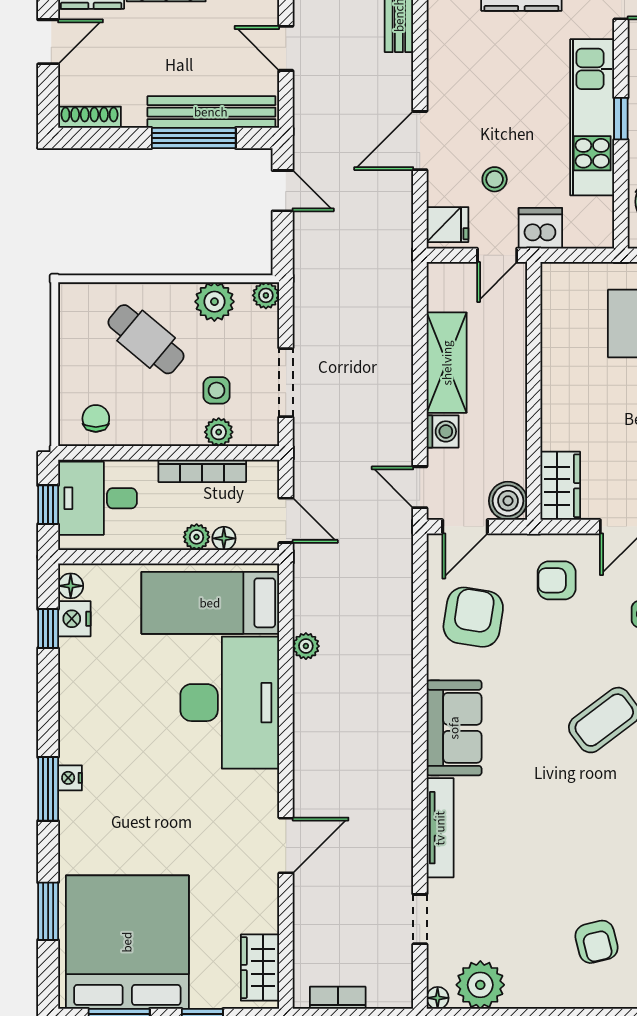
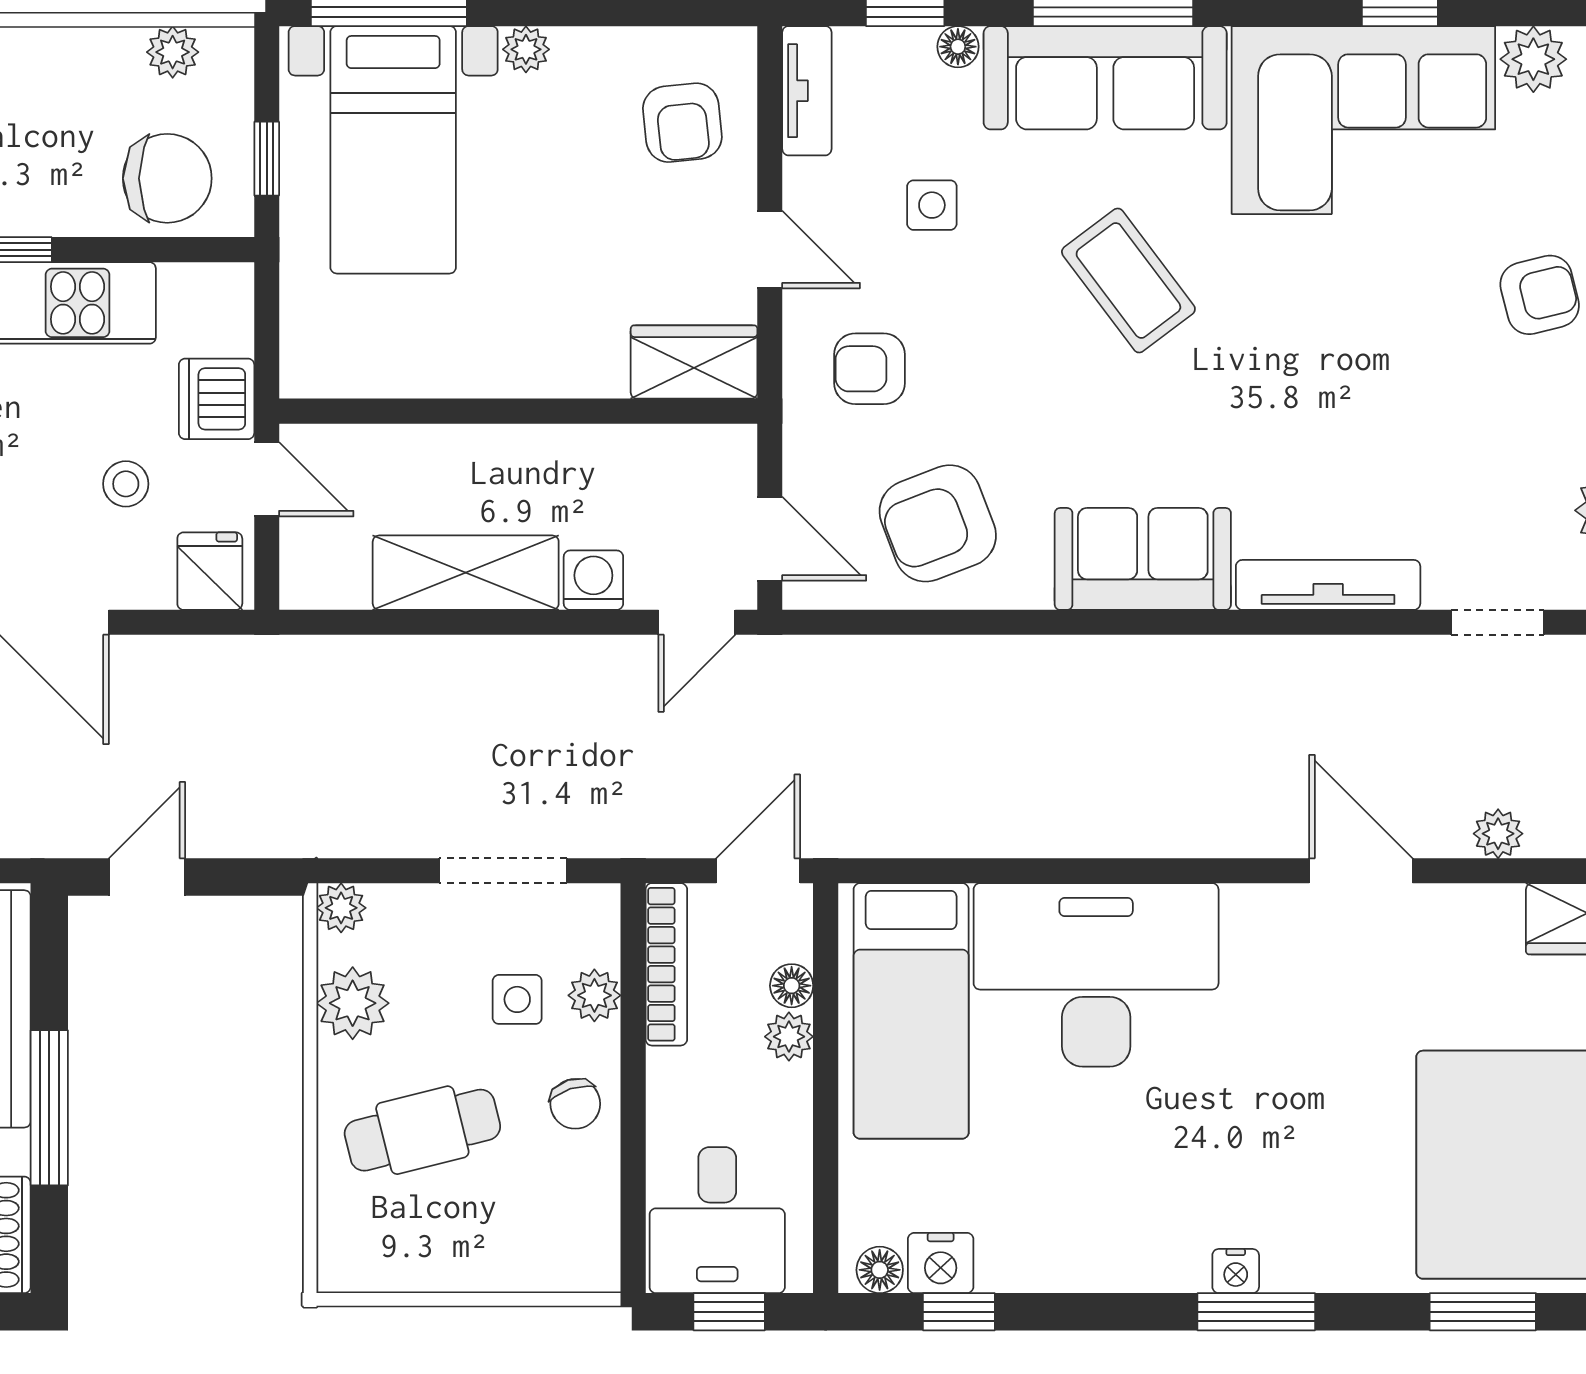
window: (194, 138) -> (49, 1108), moved
cafe table: (146, 339) -> (422, 1130), turned 36
chair: (96, 418) -> (575, 1104), moved, turned -108
bookcase: (202, 471) -> (666, 964), moved
boiler: (508, 501) -> (722, 459), removed
armchair: (557, 580) -> (869, 369), turned 90
armchair: (473, 617) -> (938, 523), turned -30
plant: (306, 646) -> (1498, 834), moved

